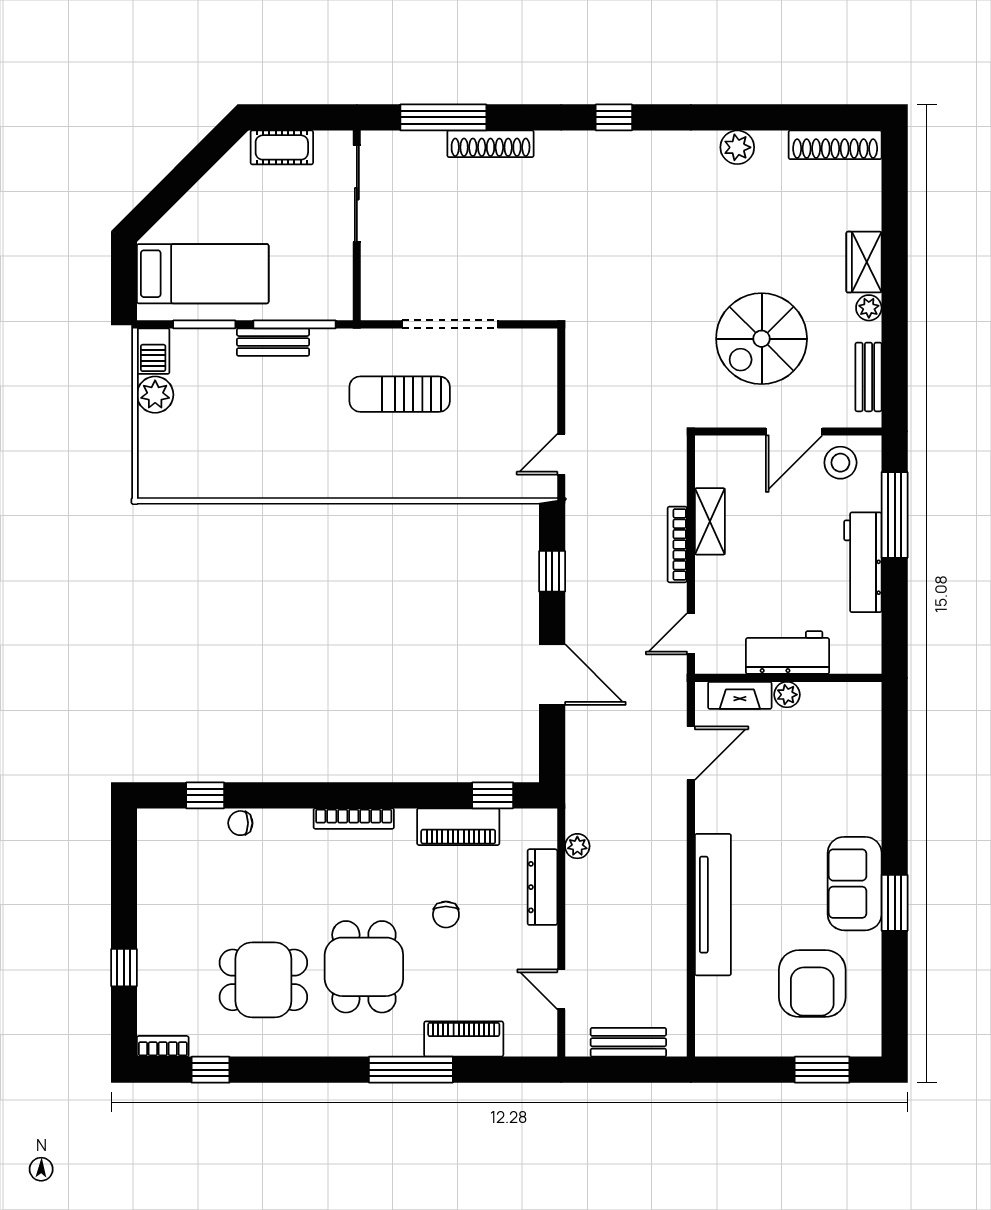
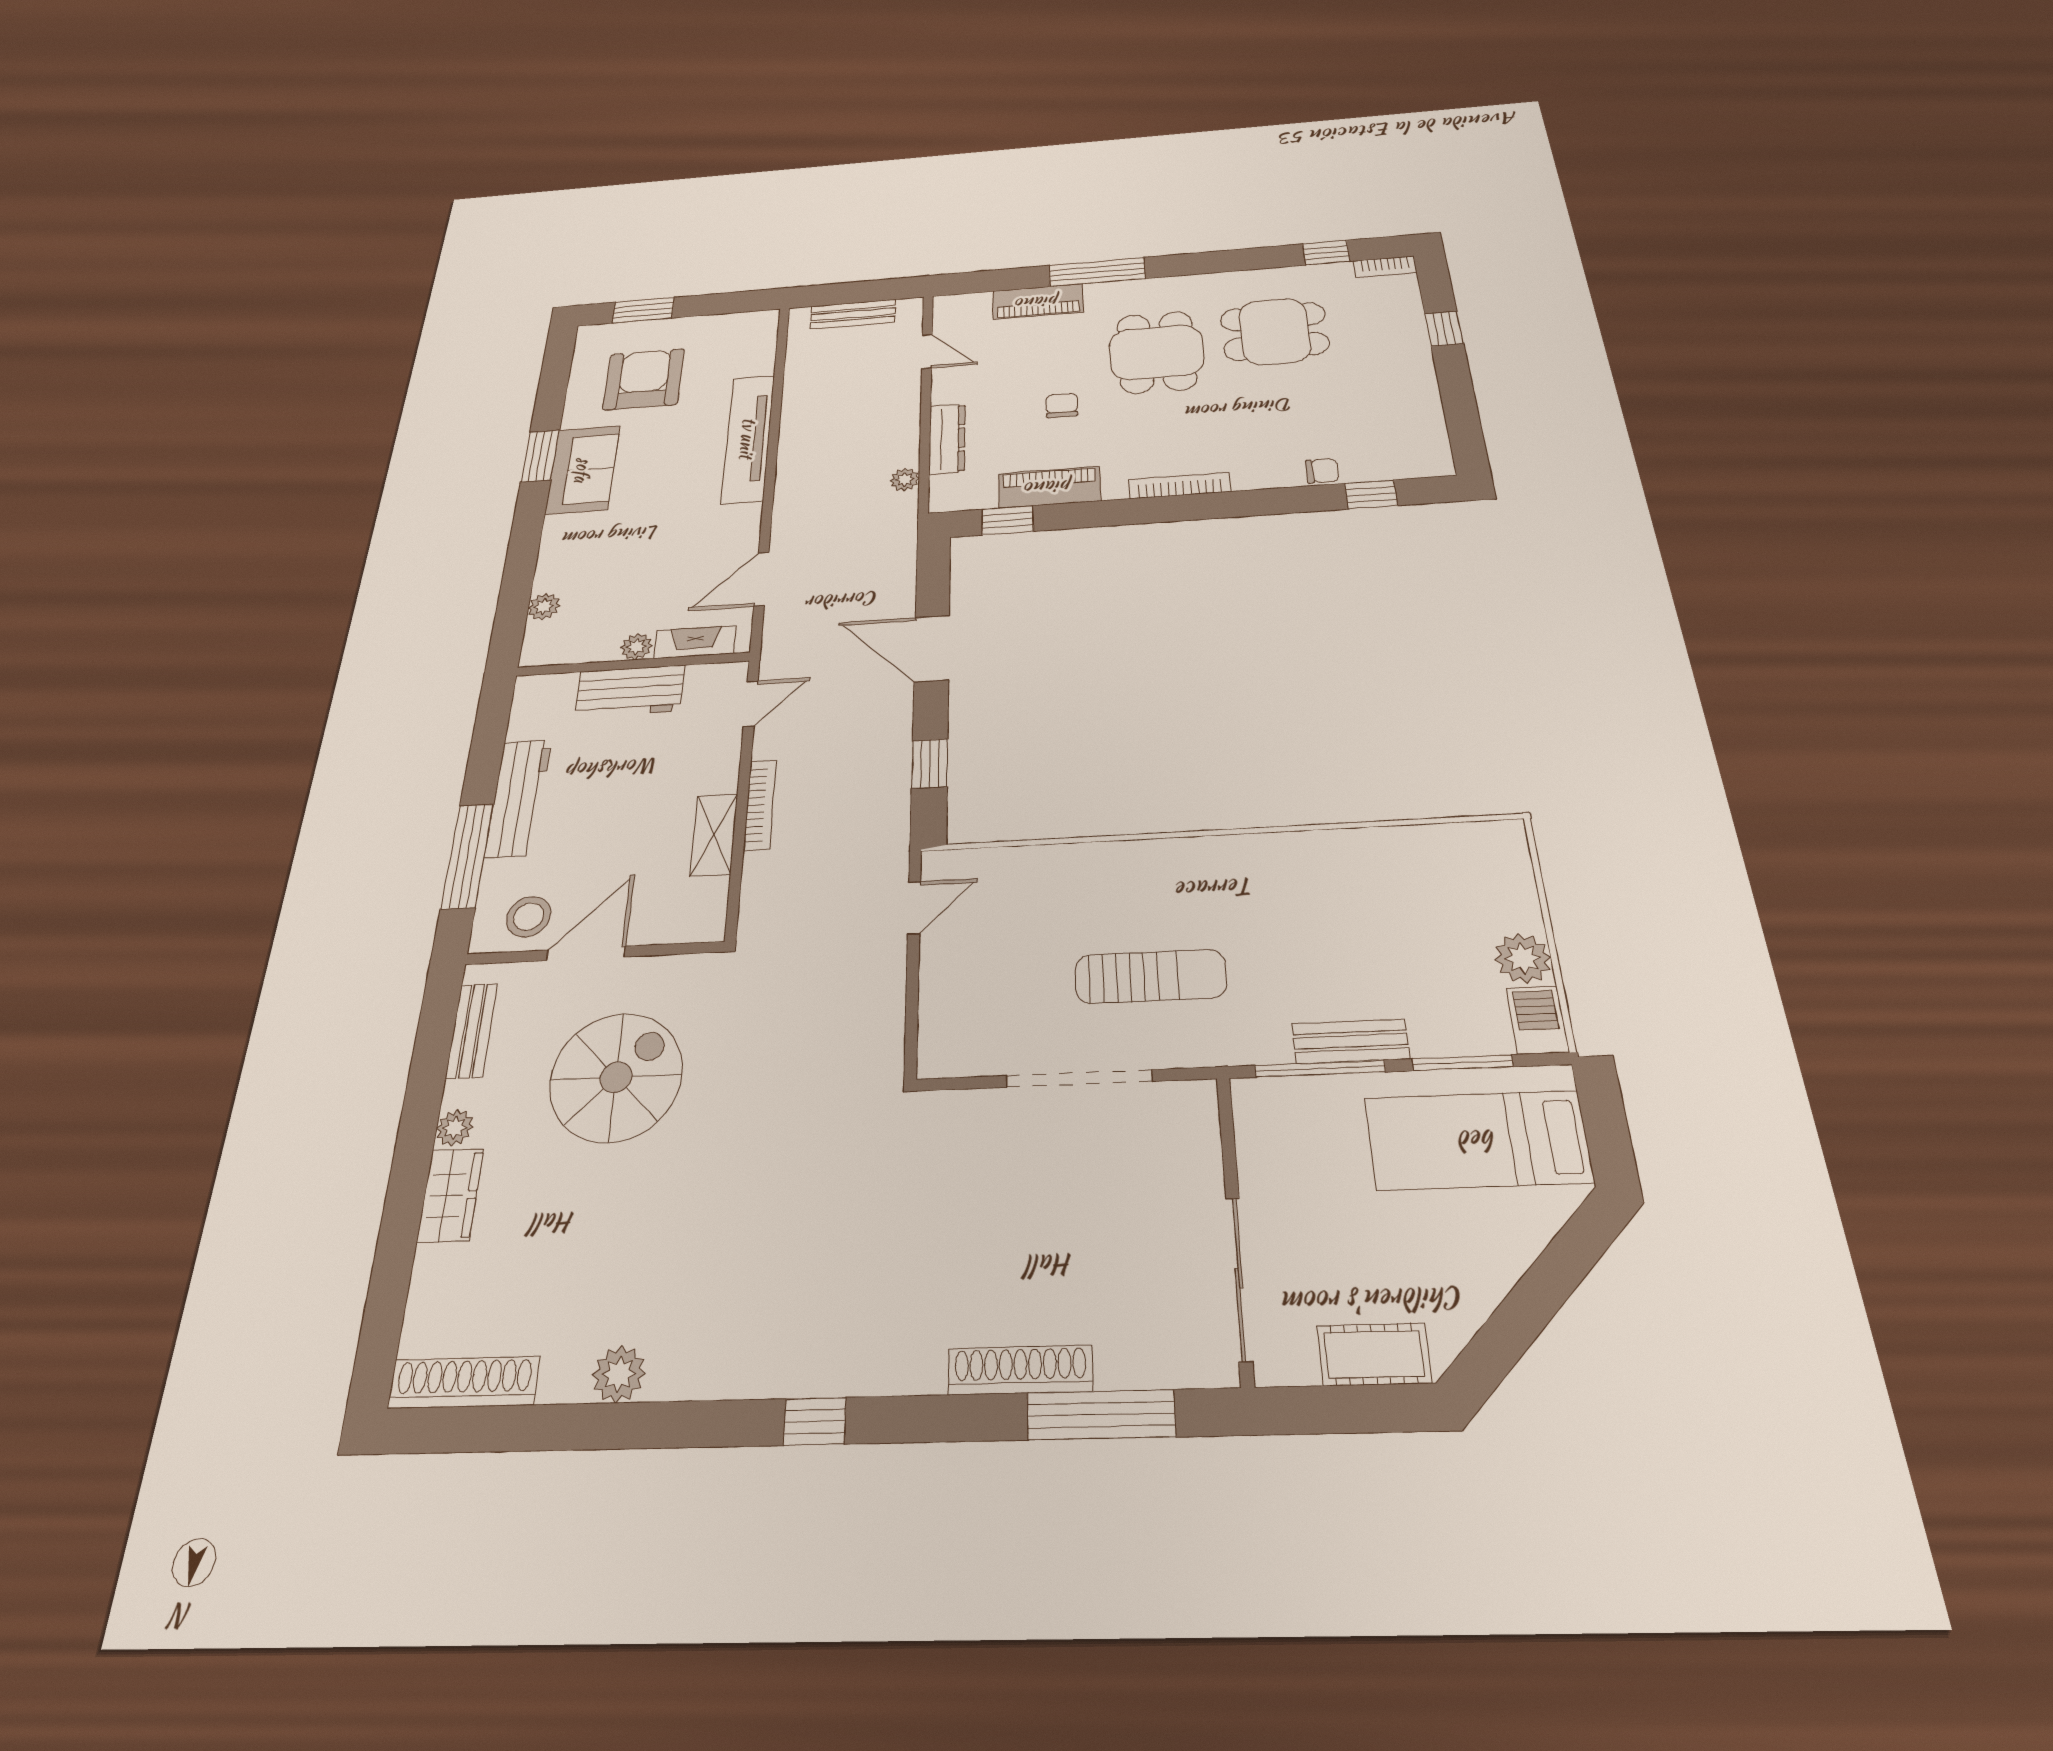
plant: (868, 740) -> (544, 607), added

